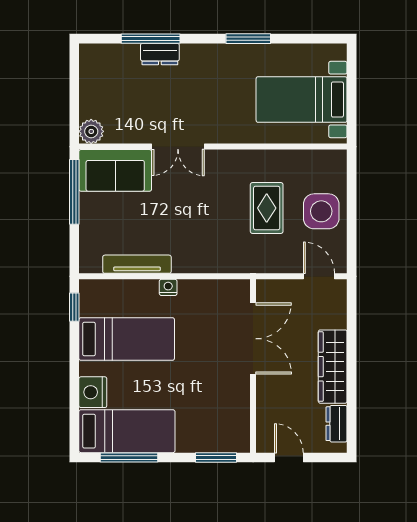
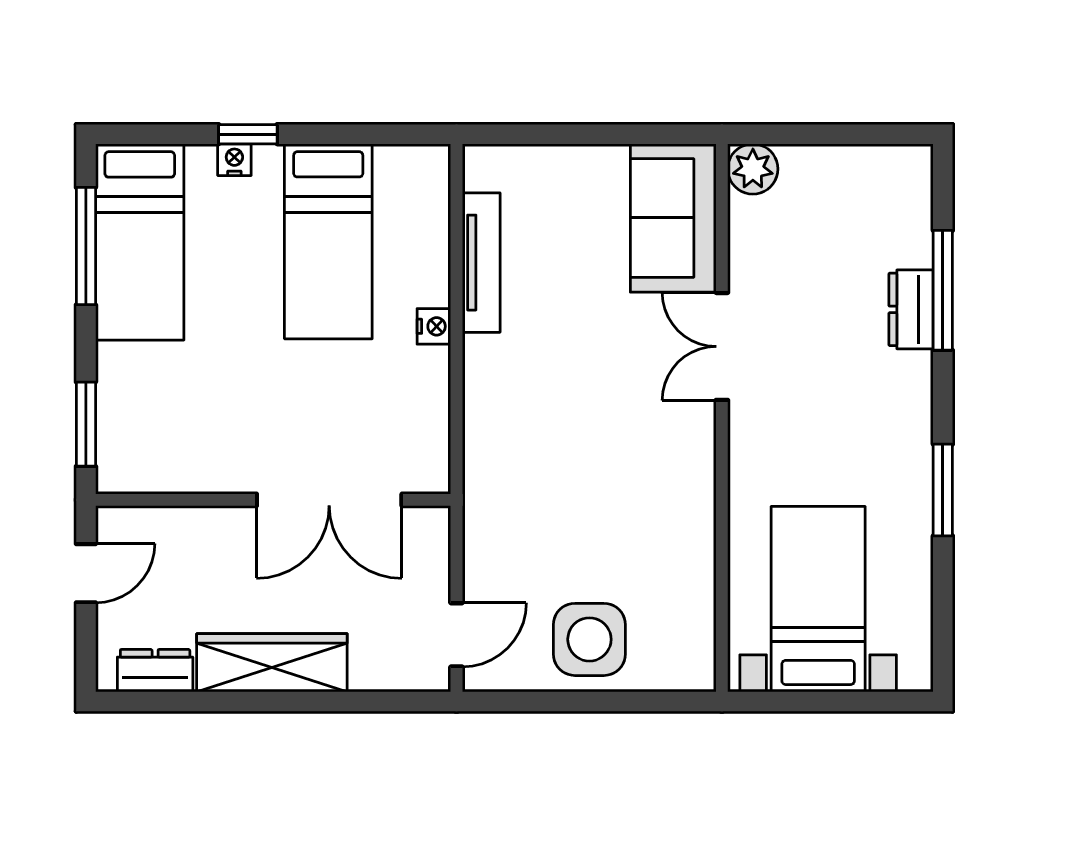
window: (74, 192) -> (629, 134), removed
rug: (267, 208) -> (596, 528), removed
window: (74, 307) -> (248, 134), moved
nightstand: (93, 392) -> (234, 160), width x0.53, depth x0.56

